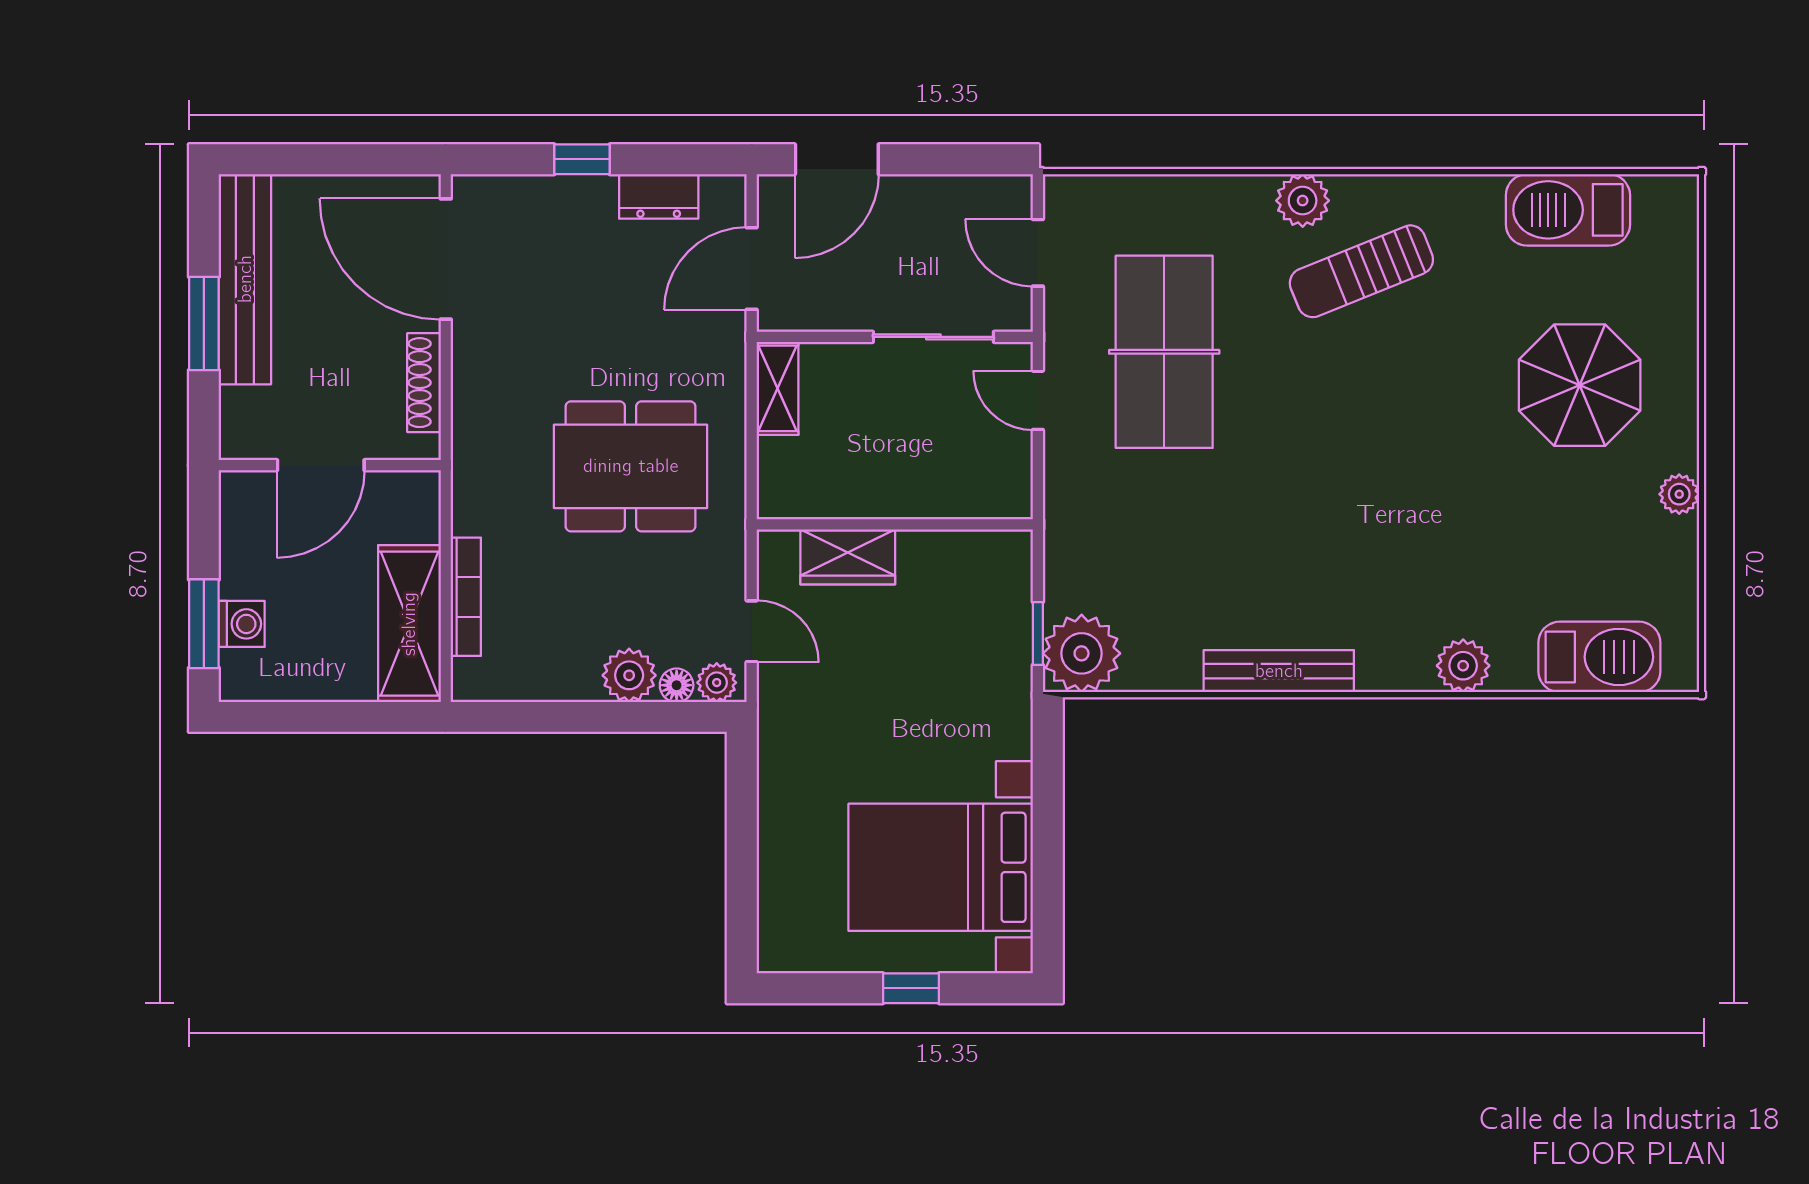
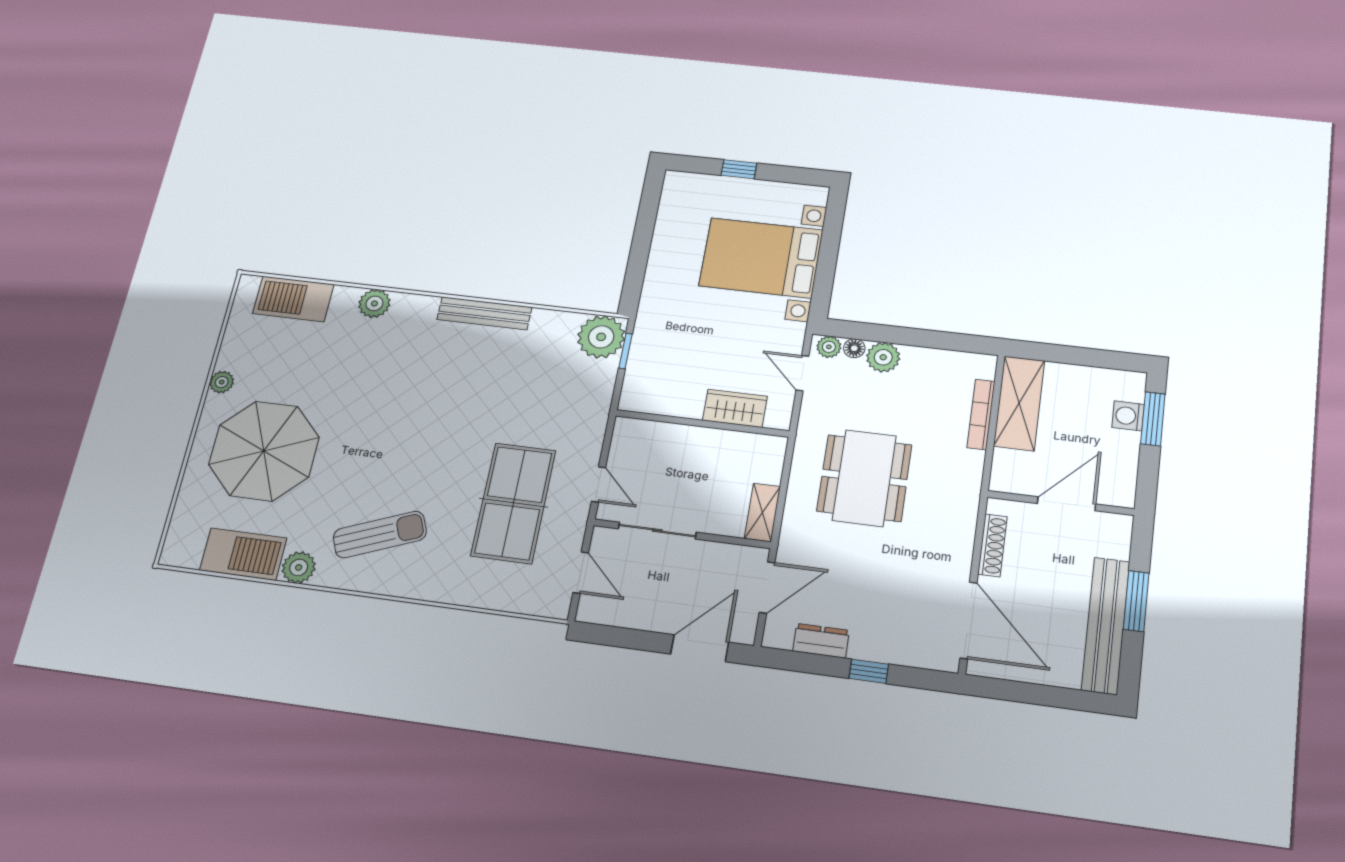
plant: (1303, 201) -> (299, 567), moved
parasol: (1580, 385) -> (264, 451), width x1.36, depth x1.36
dining table: (631, 466) -> (864, 478), turned 90
bed with nightstands: (941, 867) -> (761, 258), moved, turned 180

